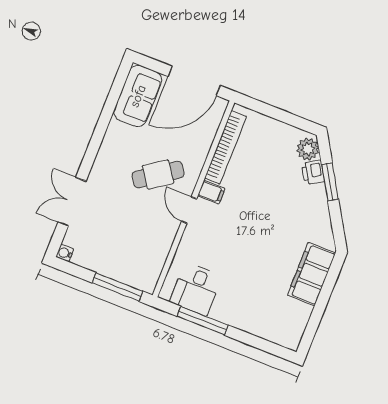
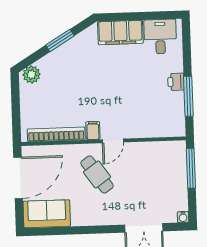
door: (194, 81) -> (18, 178), hinge flipped
printer: (313, 172) -> (176, 82), moved, turned 121
window: (330, 182) -> (60, 40), moved
desk: (196, 289) -> (160, 37), moved, turned -90

